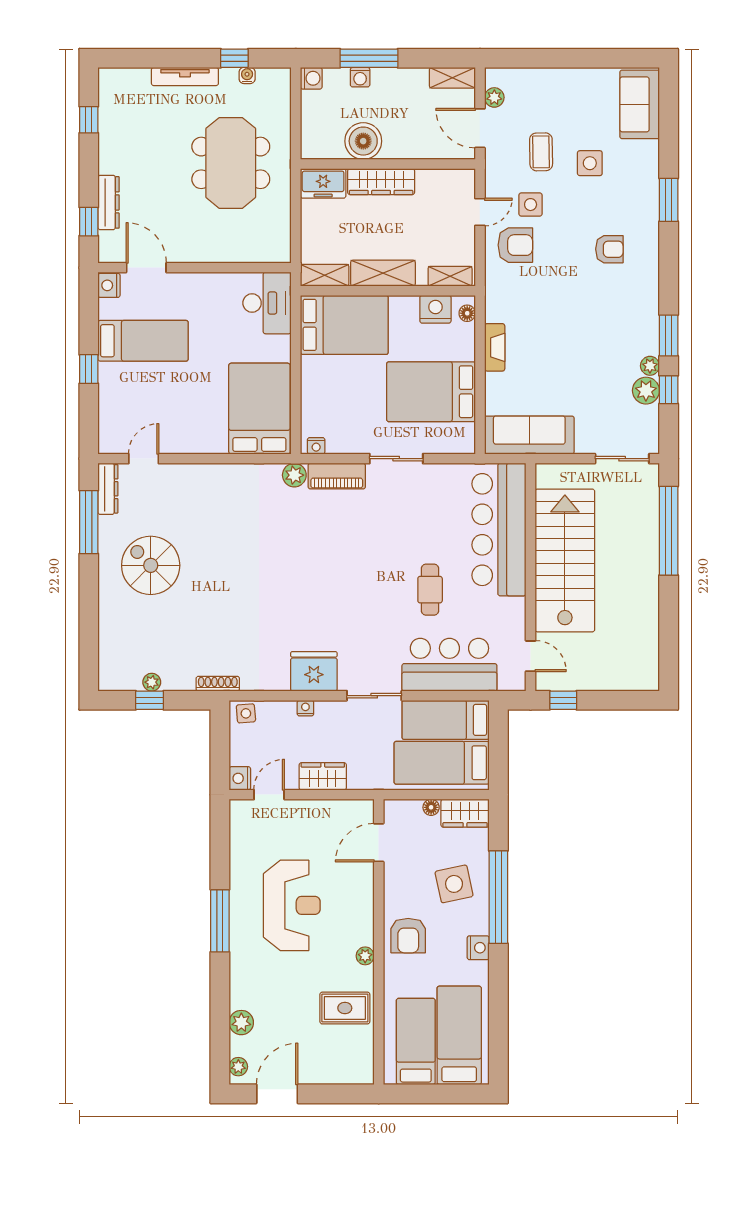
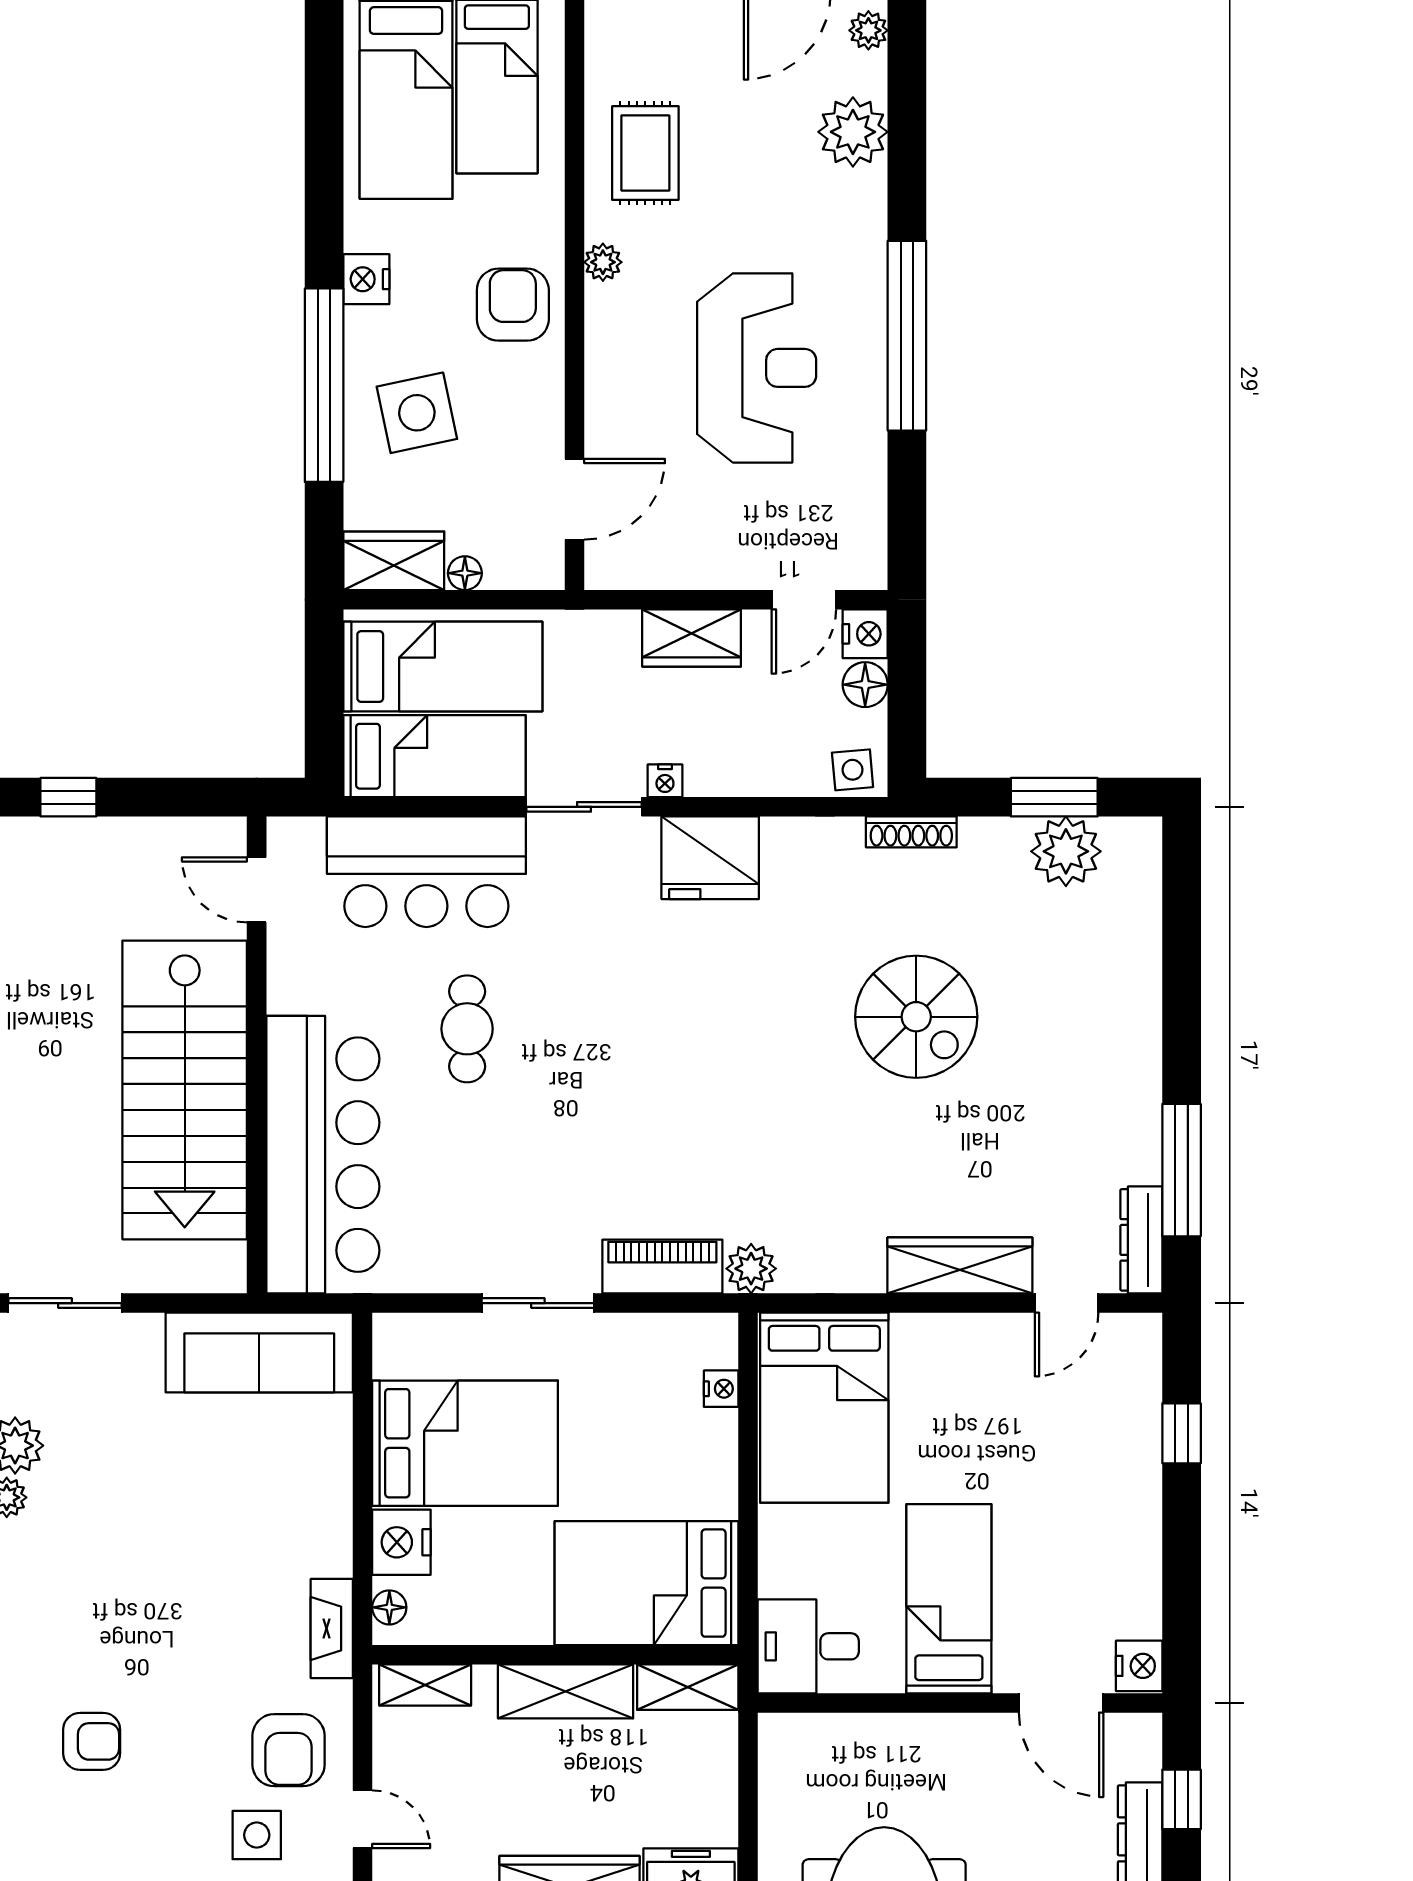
door: (480, 212) -> (363, 1819), swing flipped
armchair: (515, 245) -> (289, 1750), turned -90
armchair: (609, 249) -> (92, 1741), turned 180
desk: (267, 303) -> (808, 1646), width x0.73
nightstand: (435, 309) -> (401, 1542), moved, turned 90
bed: (143, 341) -> (949, 1599), moved, turned 90
fireplace: (495, 347) -> (332, 1628), moved
window: (89, 369) -> (1182, 1433), moved
nightstand: (316, 446) -> (721, 1389), moved, turned 90
wardrobe: (195, 477) -> (960, 1265), added
spiral stairs: (151, 565) -> (916, 1017), moved
plant: (152, 682) -> (1066, 851), width x1.88, depth x1.88
window: (150, 700) -> (1054, 797), width x1.50
window: (563, 700) -> (68, 797), moved
nightstand: (305, 708) -> (665, 781), moved
floor lamp: (240, 754) -> (865, 685), added
reception desk: (292, 905) -> (757, 368), turned 180
window: (220, 921) -> (907, 336), width x1.46
rug: (345, 1008) -> (645, 153), turned 90
plant: (241, 1023) -> (853, 132), width x1.36, depth x1.36

